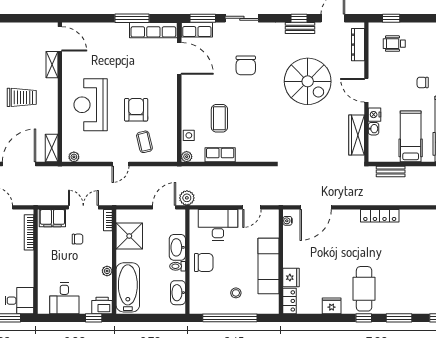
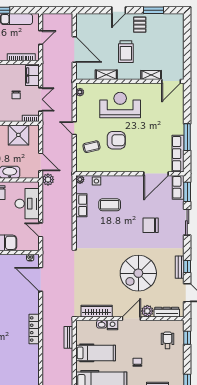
plant: (357, 70) -> (147, 311), added
shelving: (52, 148) -> (106, 75), moved

